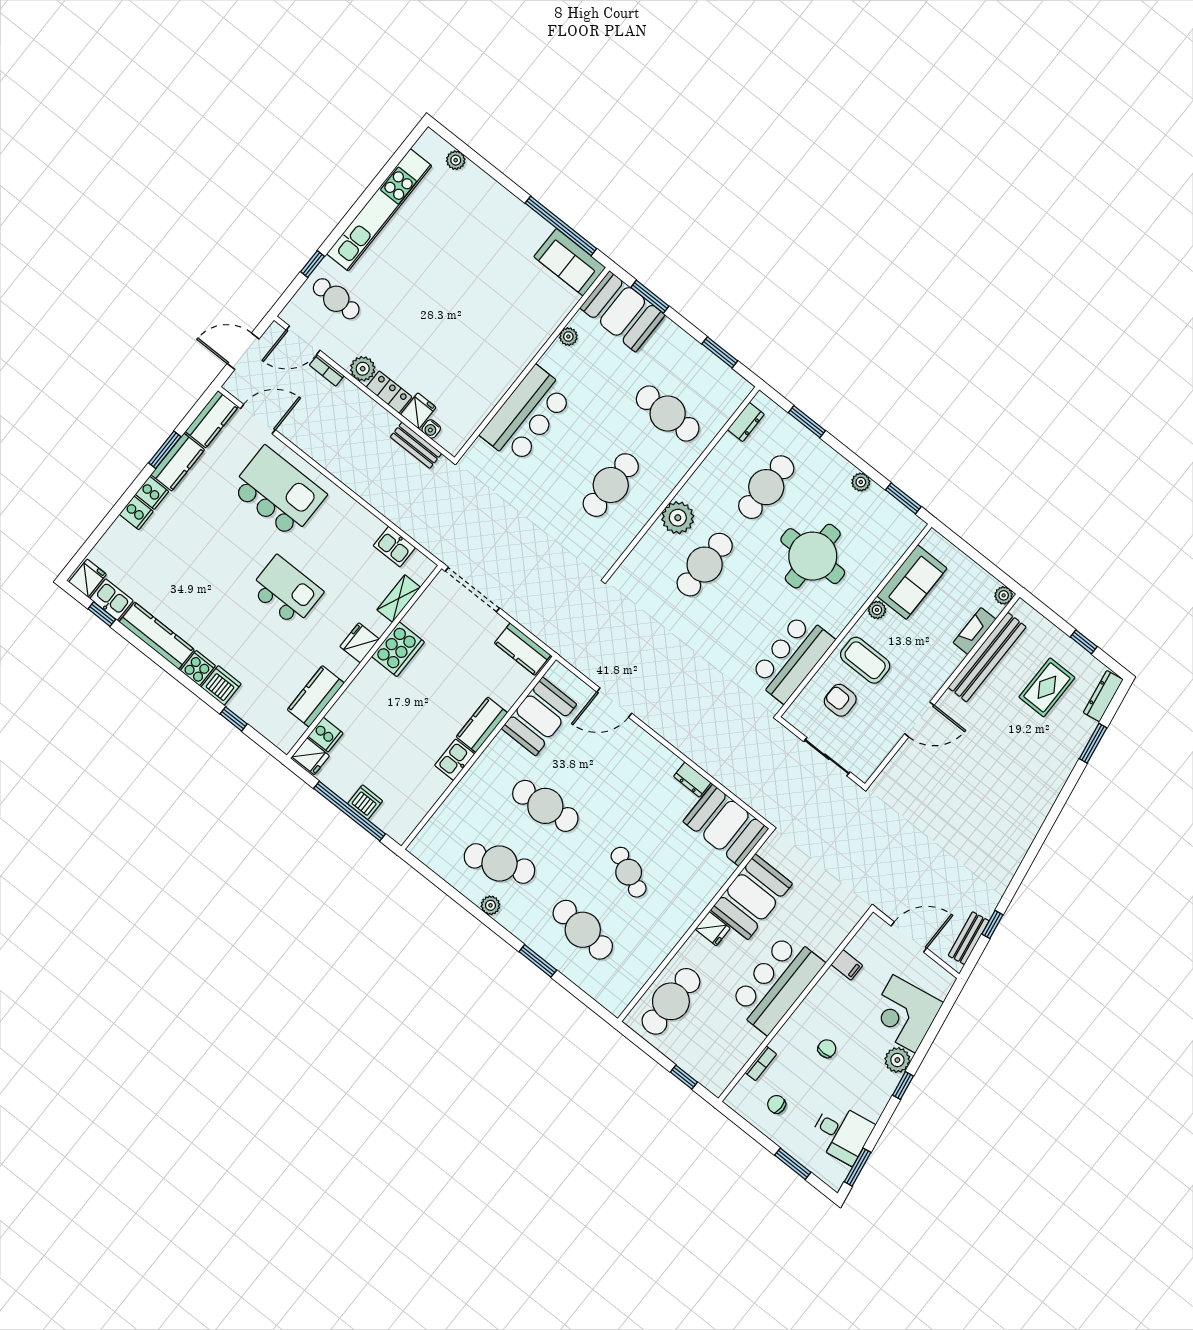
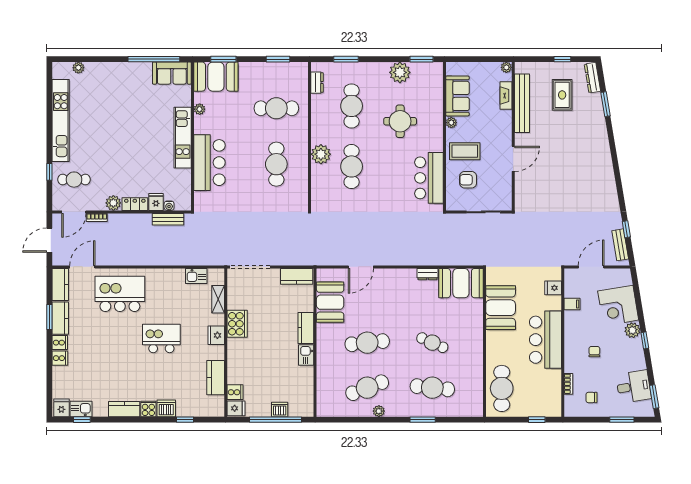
kitchen unit: (518, 356) -> (183, 138), added
plant: (861, 482) -> (400, 72), width x1.87, depth x1.87
round table: (813, 556) -> (400, 121), width x0.73, depth x0.73
kitchen counter: (157, 636) -> (124, 409), width x0.67
fridge: (713, 929) -> (553, 288), moved, turned 180

